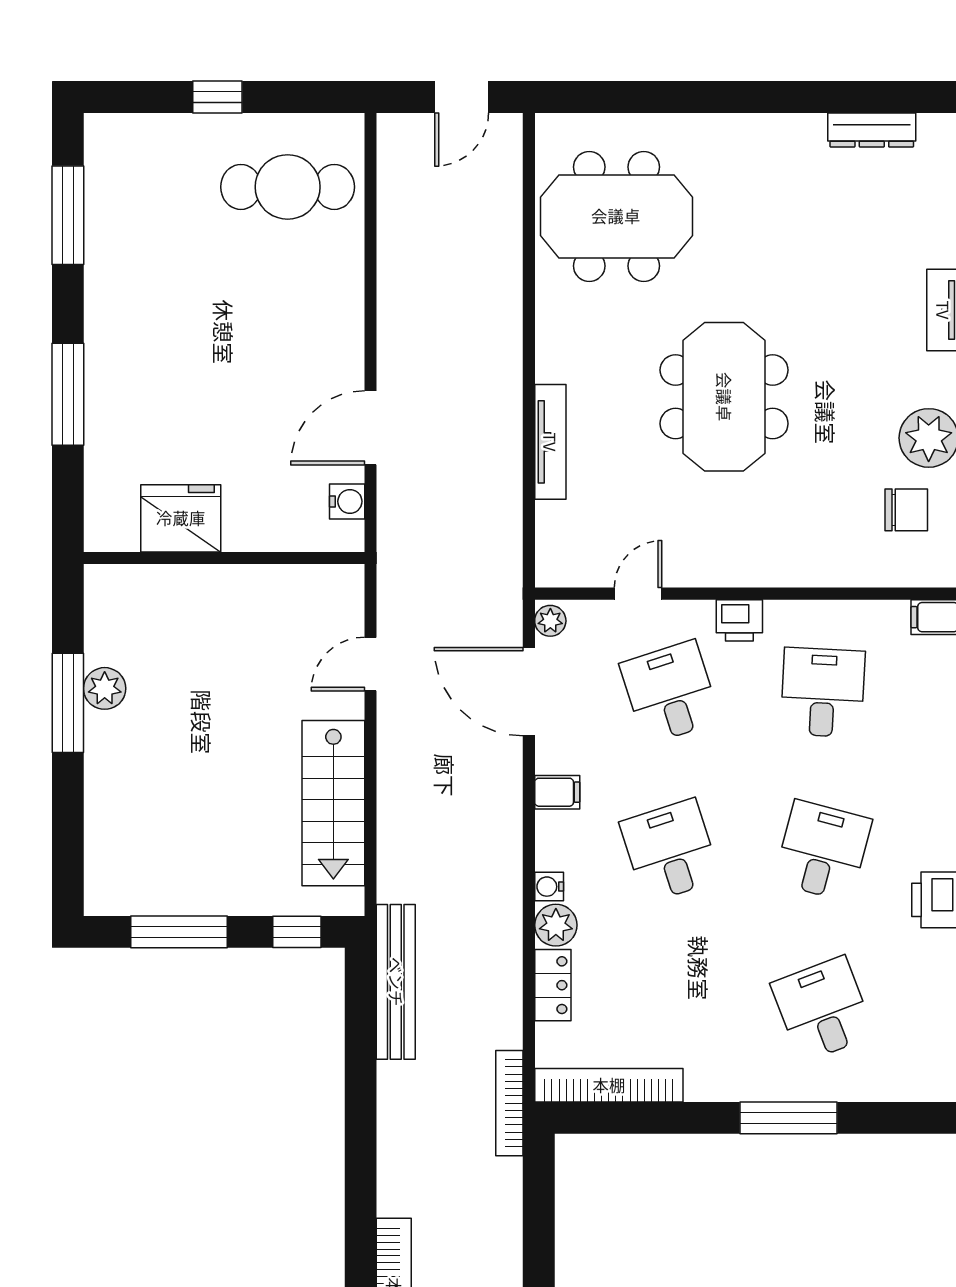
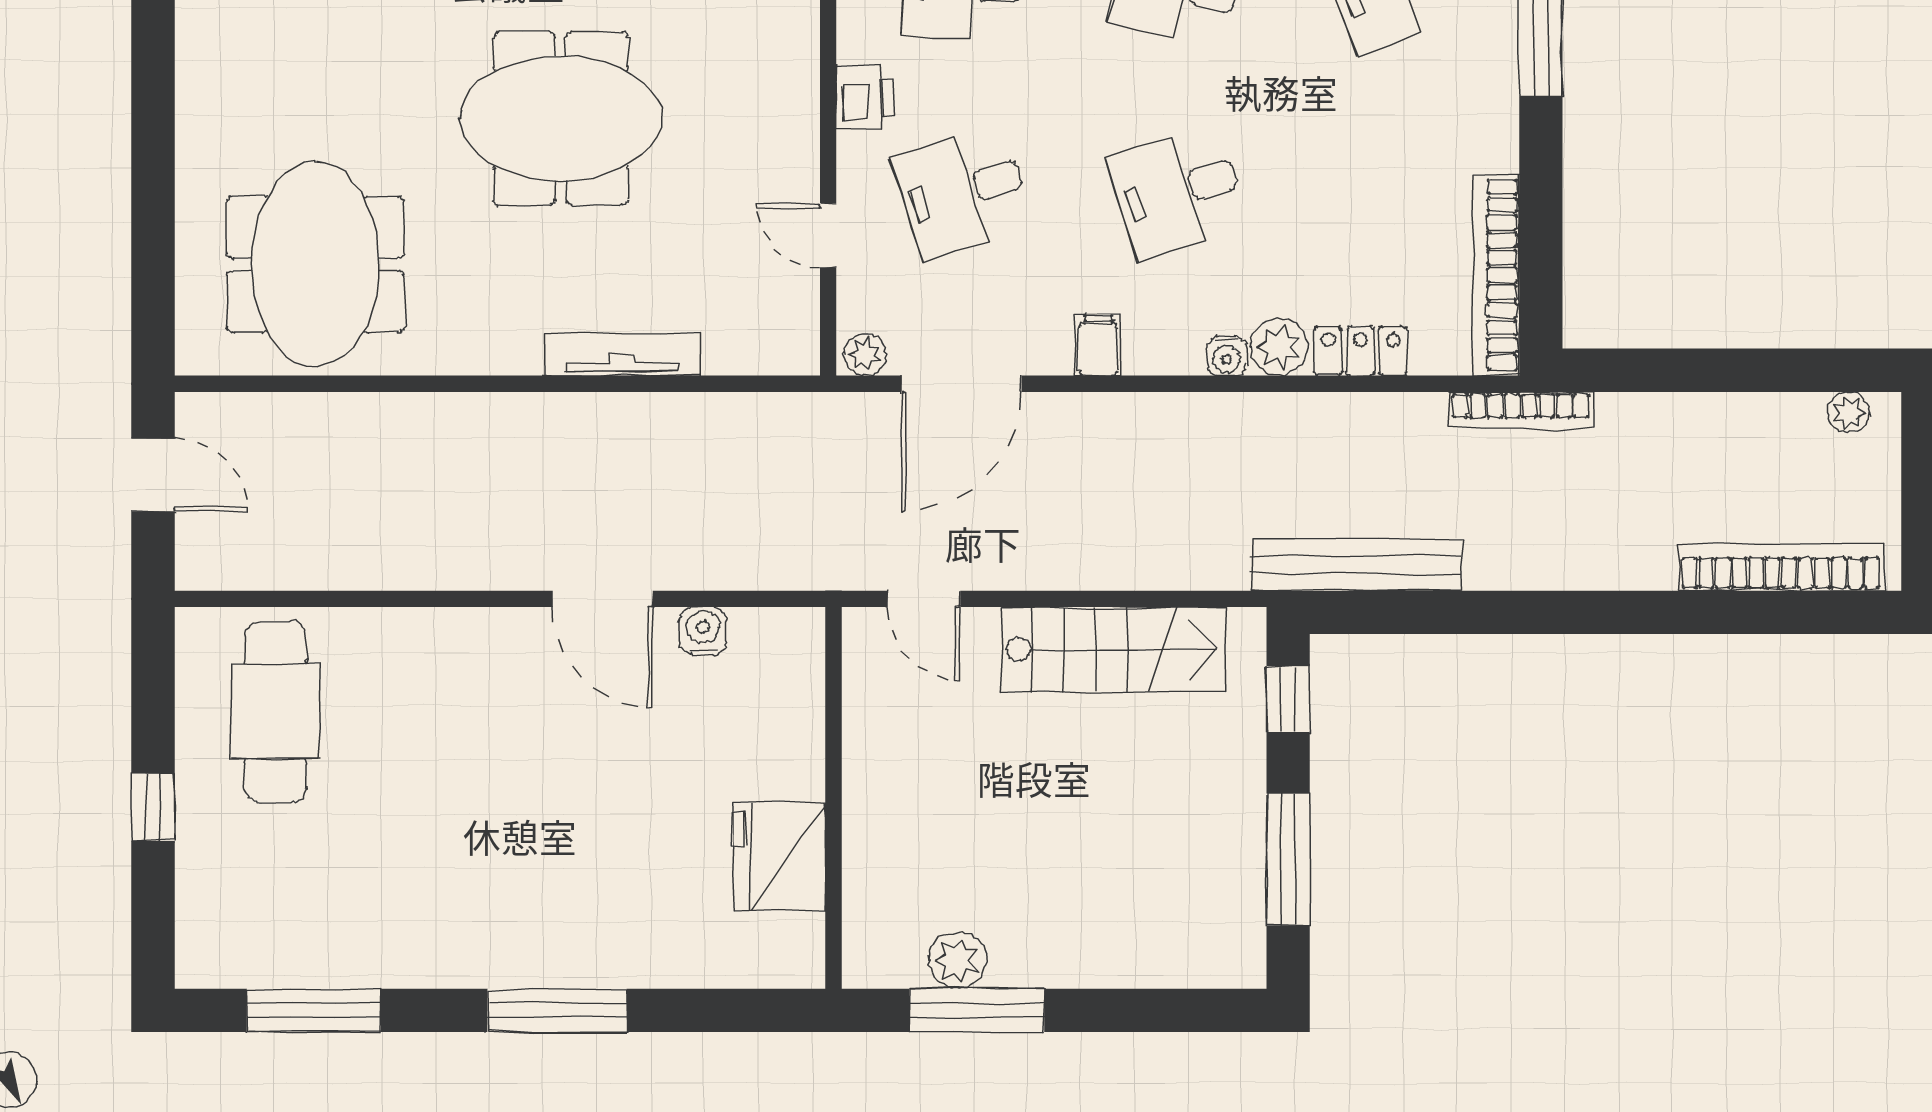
fridge: (181, 518) -> (780, 857), moved
wall: (224, 558) -> (834, 798), moved

